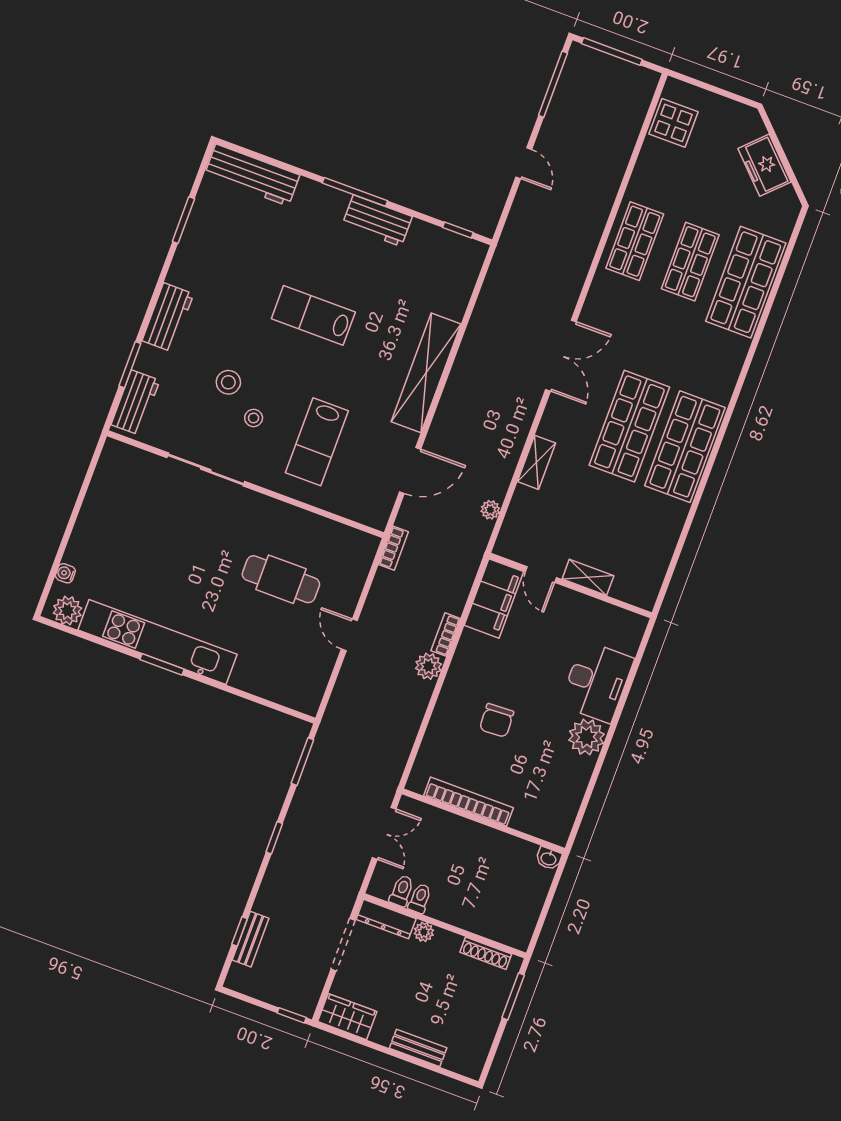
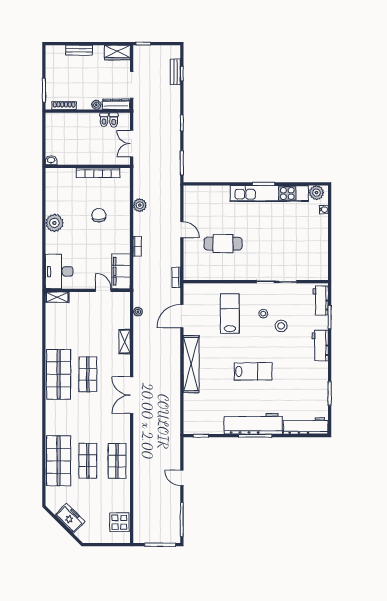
workbench: (377, 221) -> (253, 424), width x1.88, depth x1.32
shop shelf: (629, 426) -> (88, 374), width x0.70, depth x0.74
shelving: (588, 577) -> (57, 297), moved
plant: (428, 666) -> (140, 205), moved
desk: (597, 682) -> (59, 271), moved

